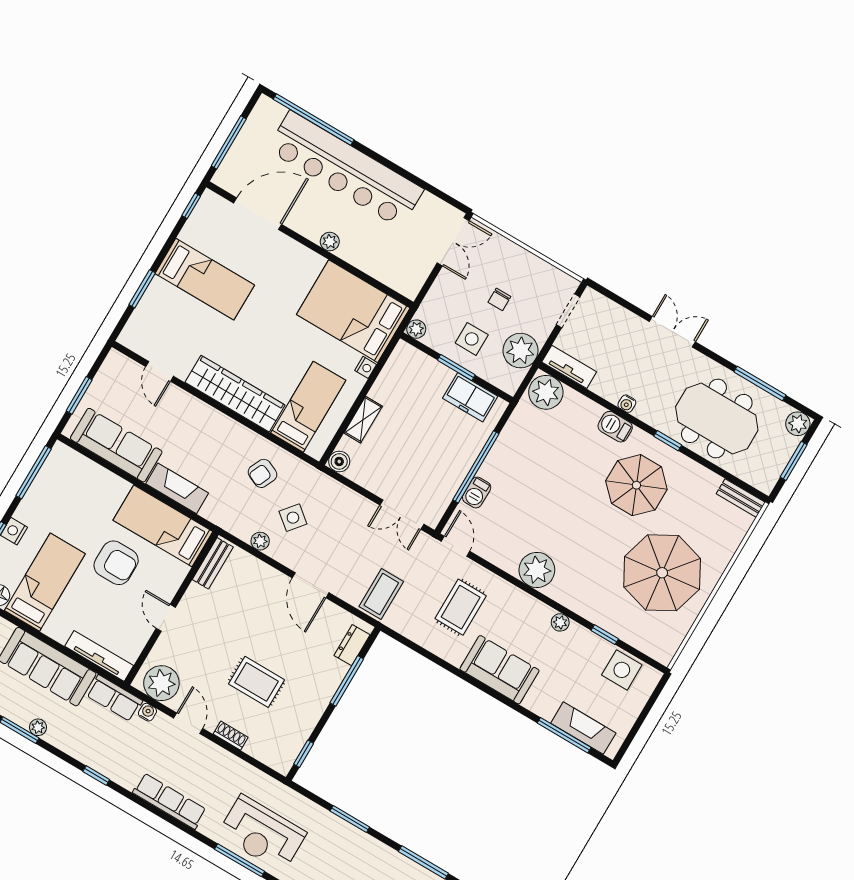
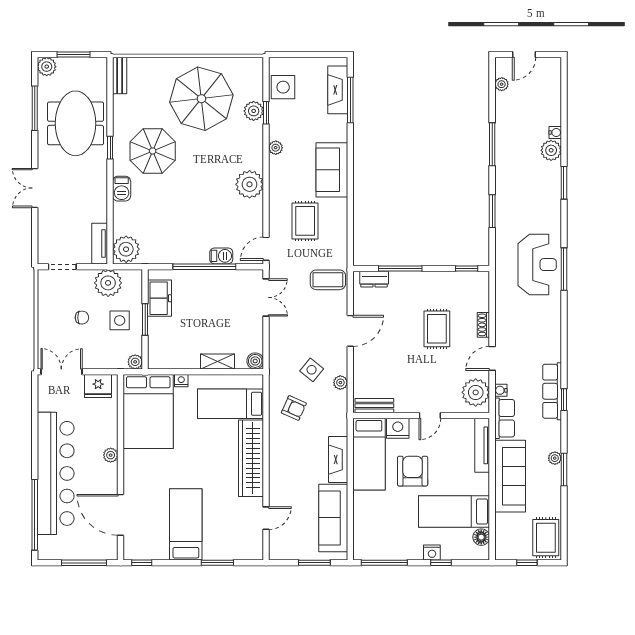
fridge: (414, 273) -> (98, 386), added
water cooler: (627, 404) -> (101, 190), removed
nightstand: (173, 574) -> (398, 428), added
rug: (461, 607) -> (305, 221), turned 90
plant: (615, 622) -> (254, 111), added
row of seats: (169, 801) -> (552, 391), moved

